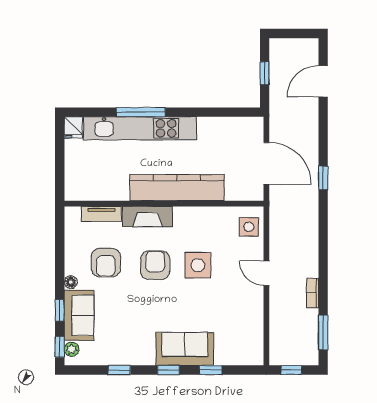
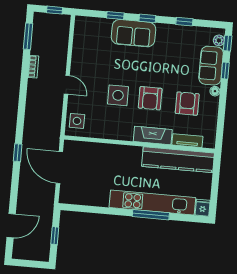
kitchen counter: (177, 188) -> (178, 160), moved

